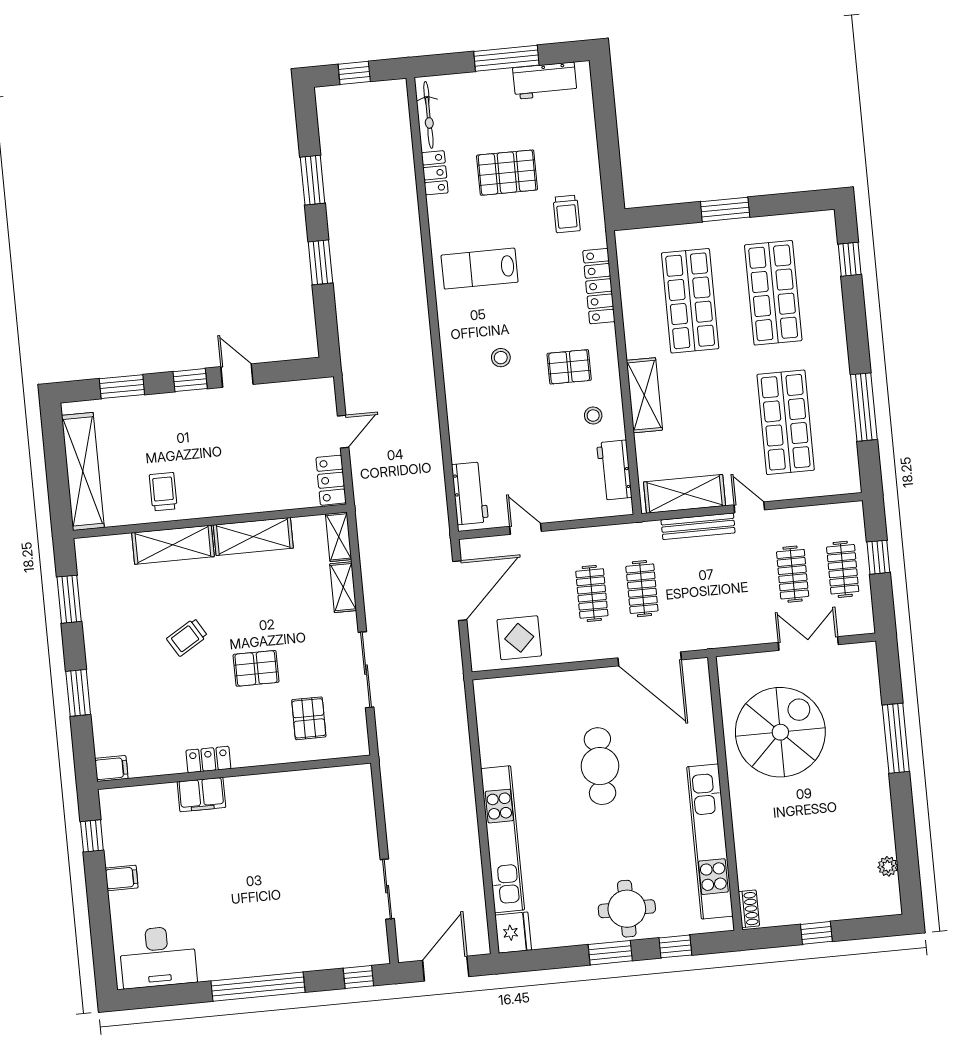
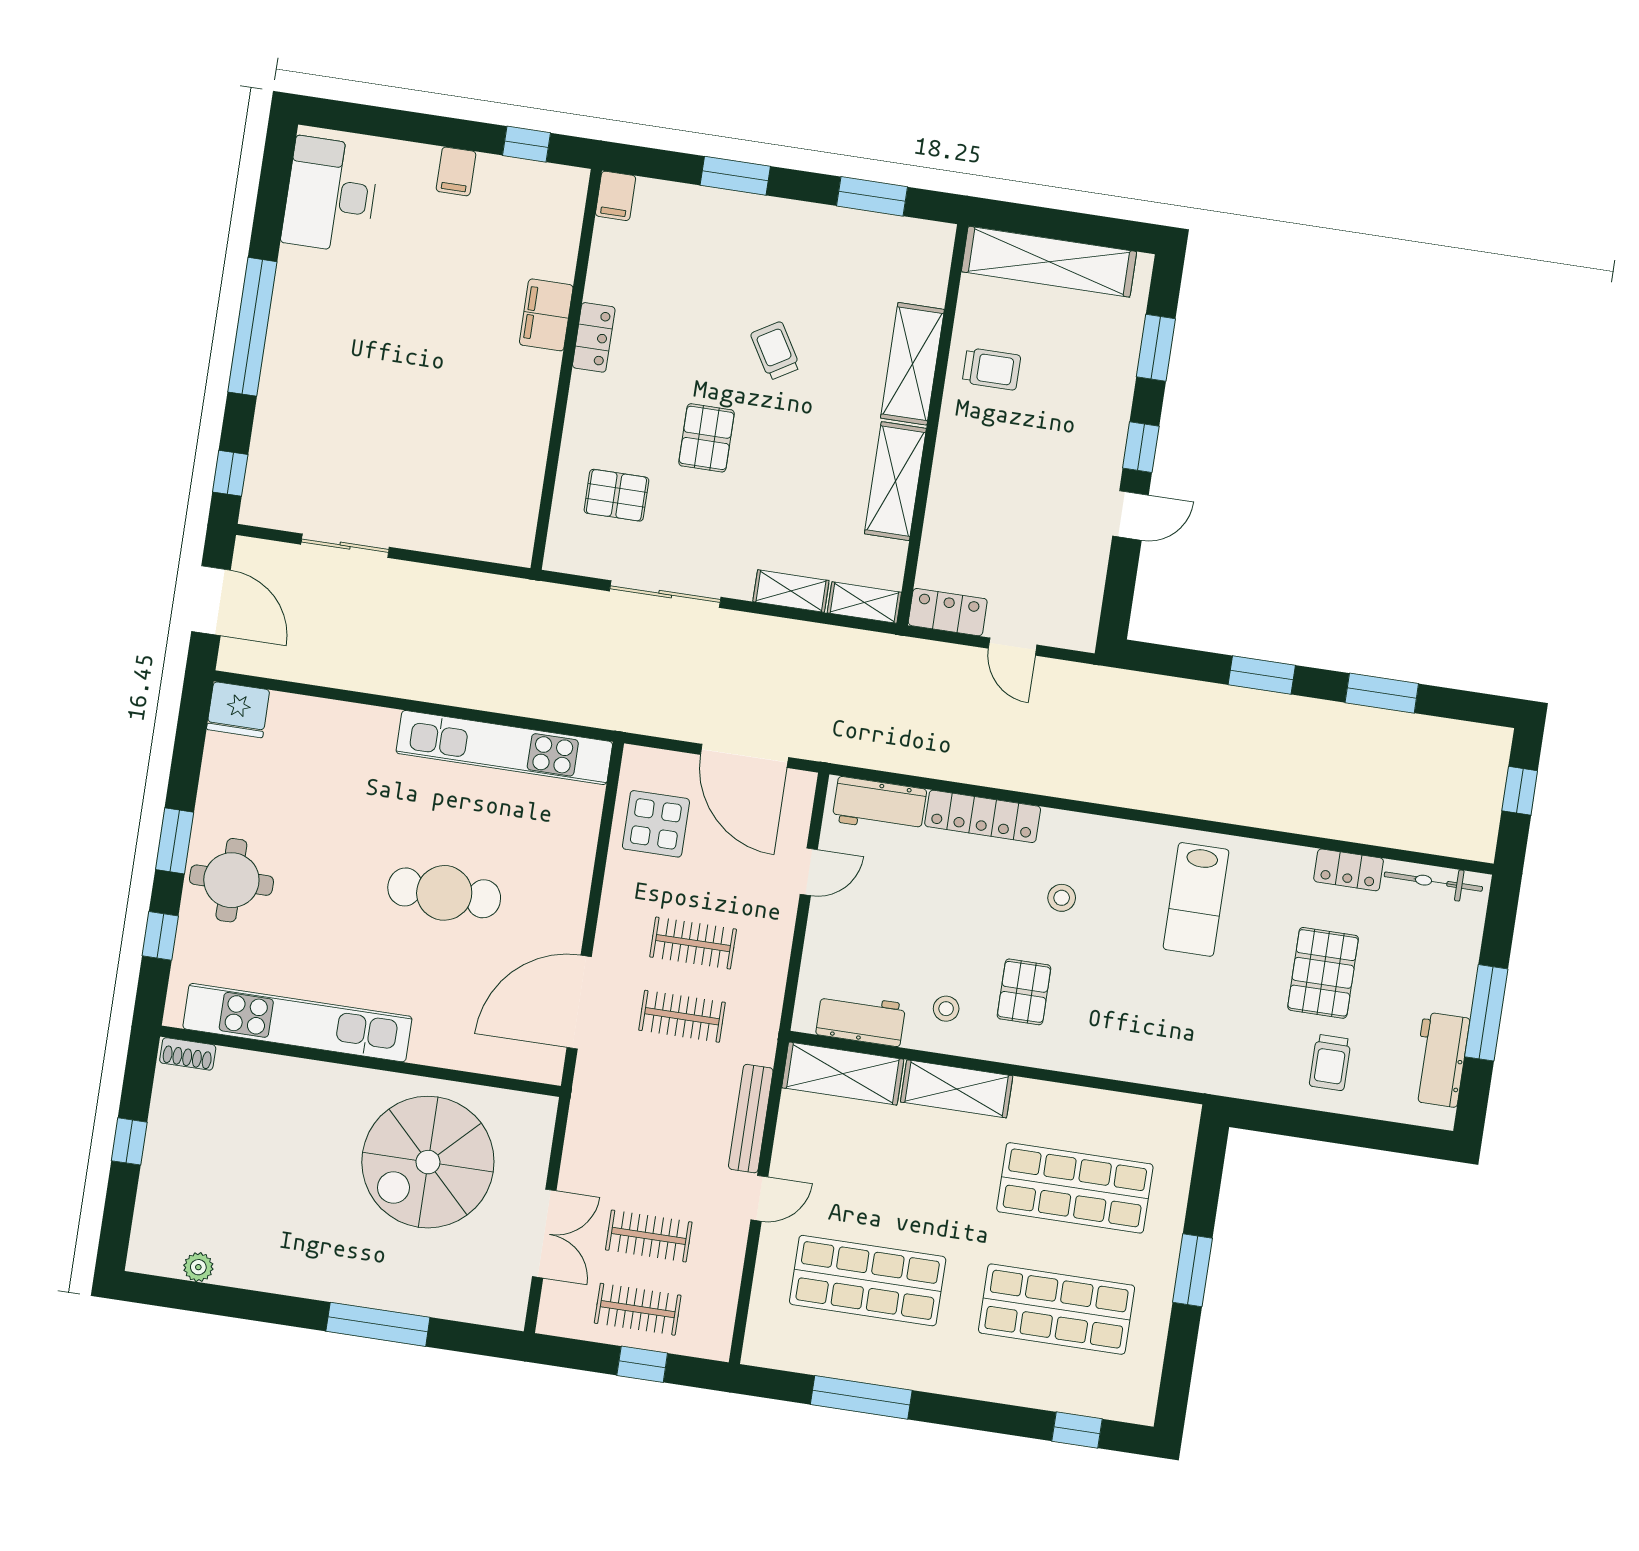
trolley: (567, 214) -> (1330, 1063), moved, turned -90
lab bench: (480, 269) -> (1196, 899), turned 180
locker: (599, 286) -> (983, 816), moved, turned 180
shelving: (685, 494) -> (843, 1074), moved, turned 90
spiral stairs: (780, 732) -> (428, 1162), turned 90
kitchen unit: (503, 839) -> (504, 748), moved

